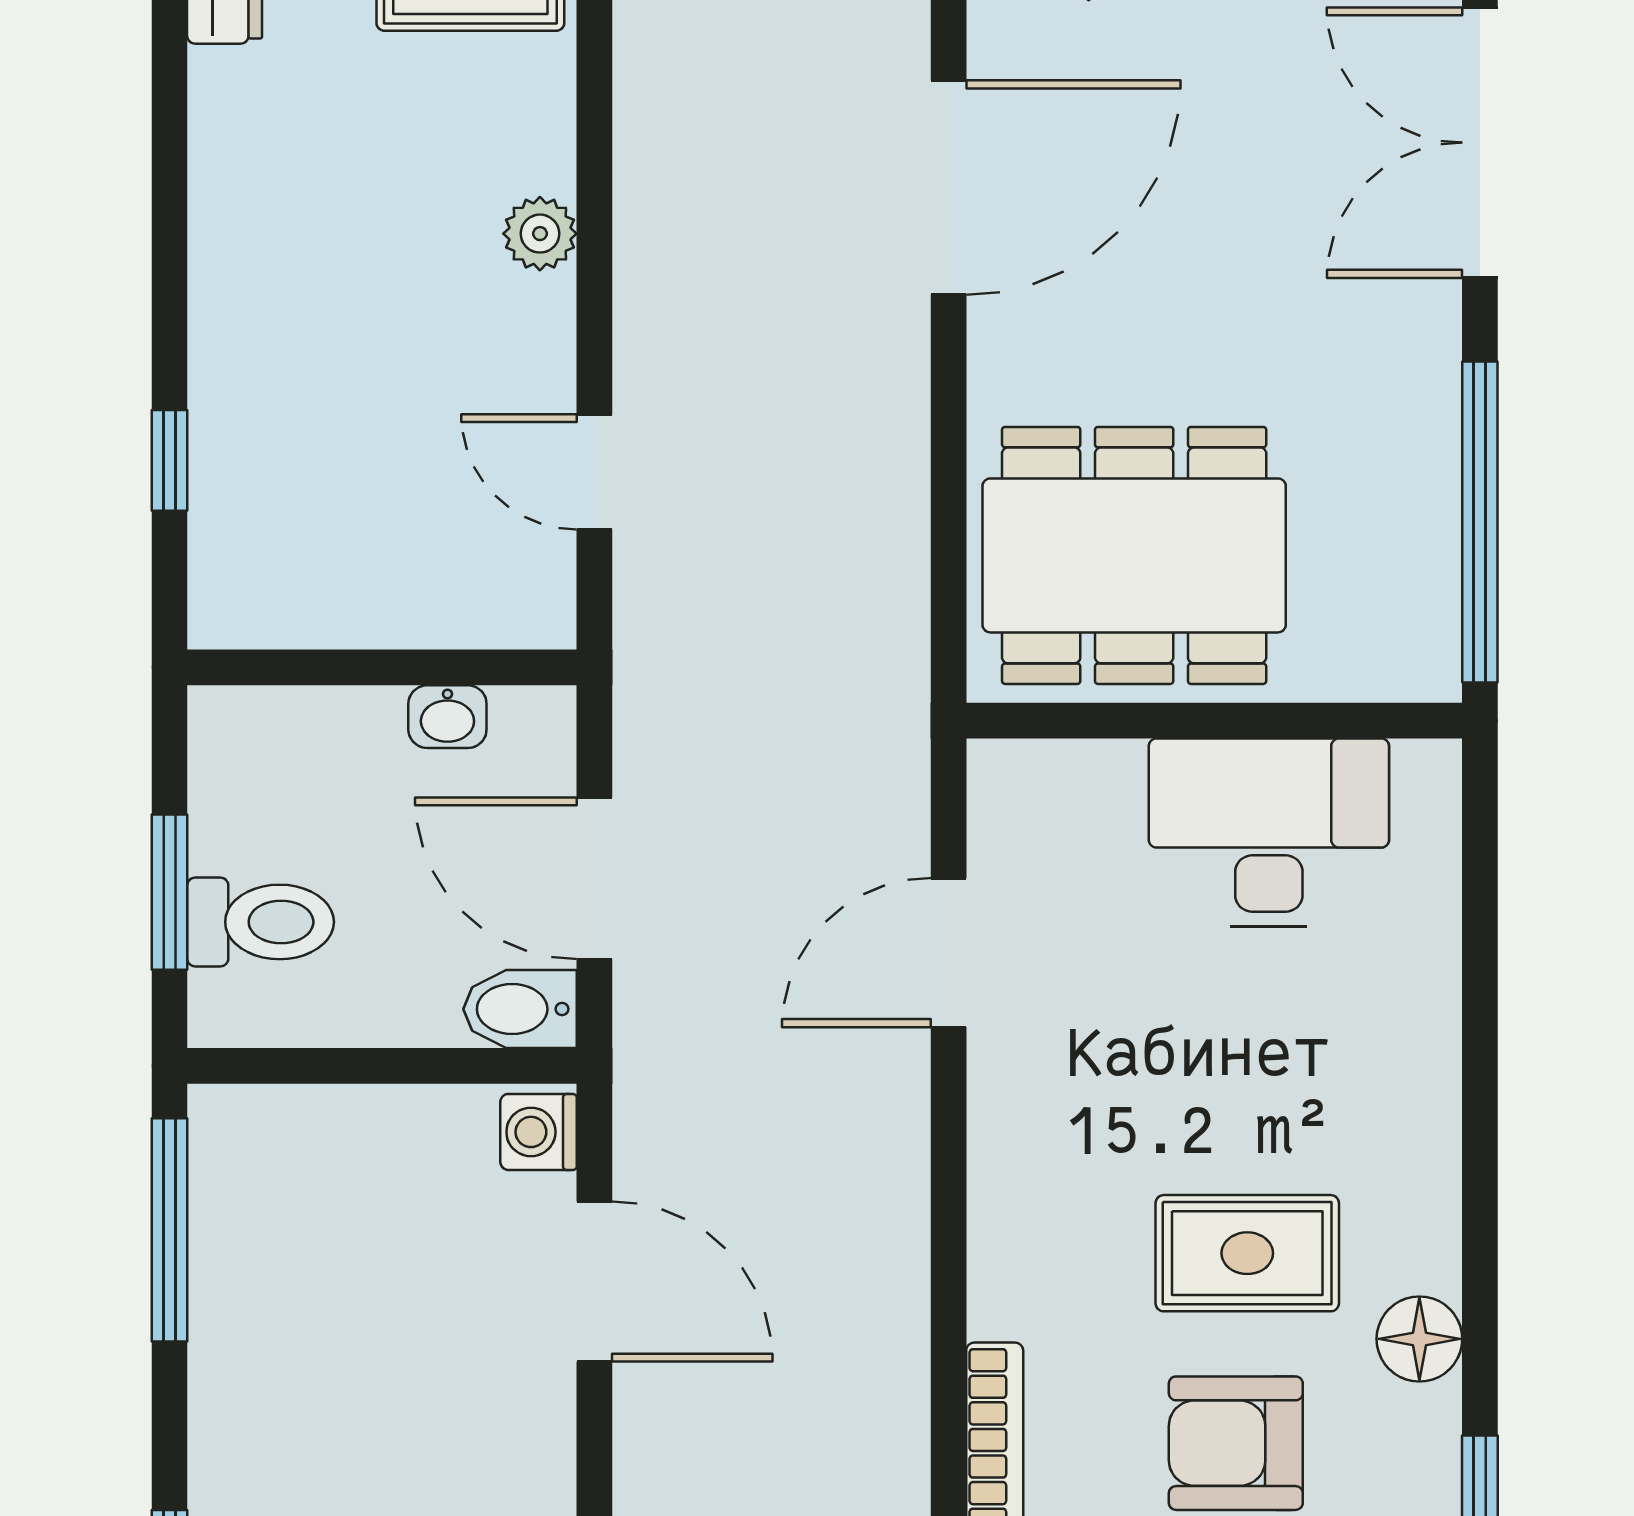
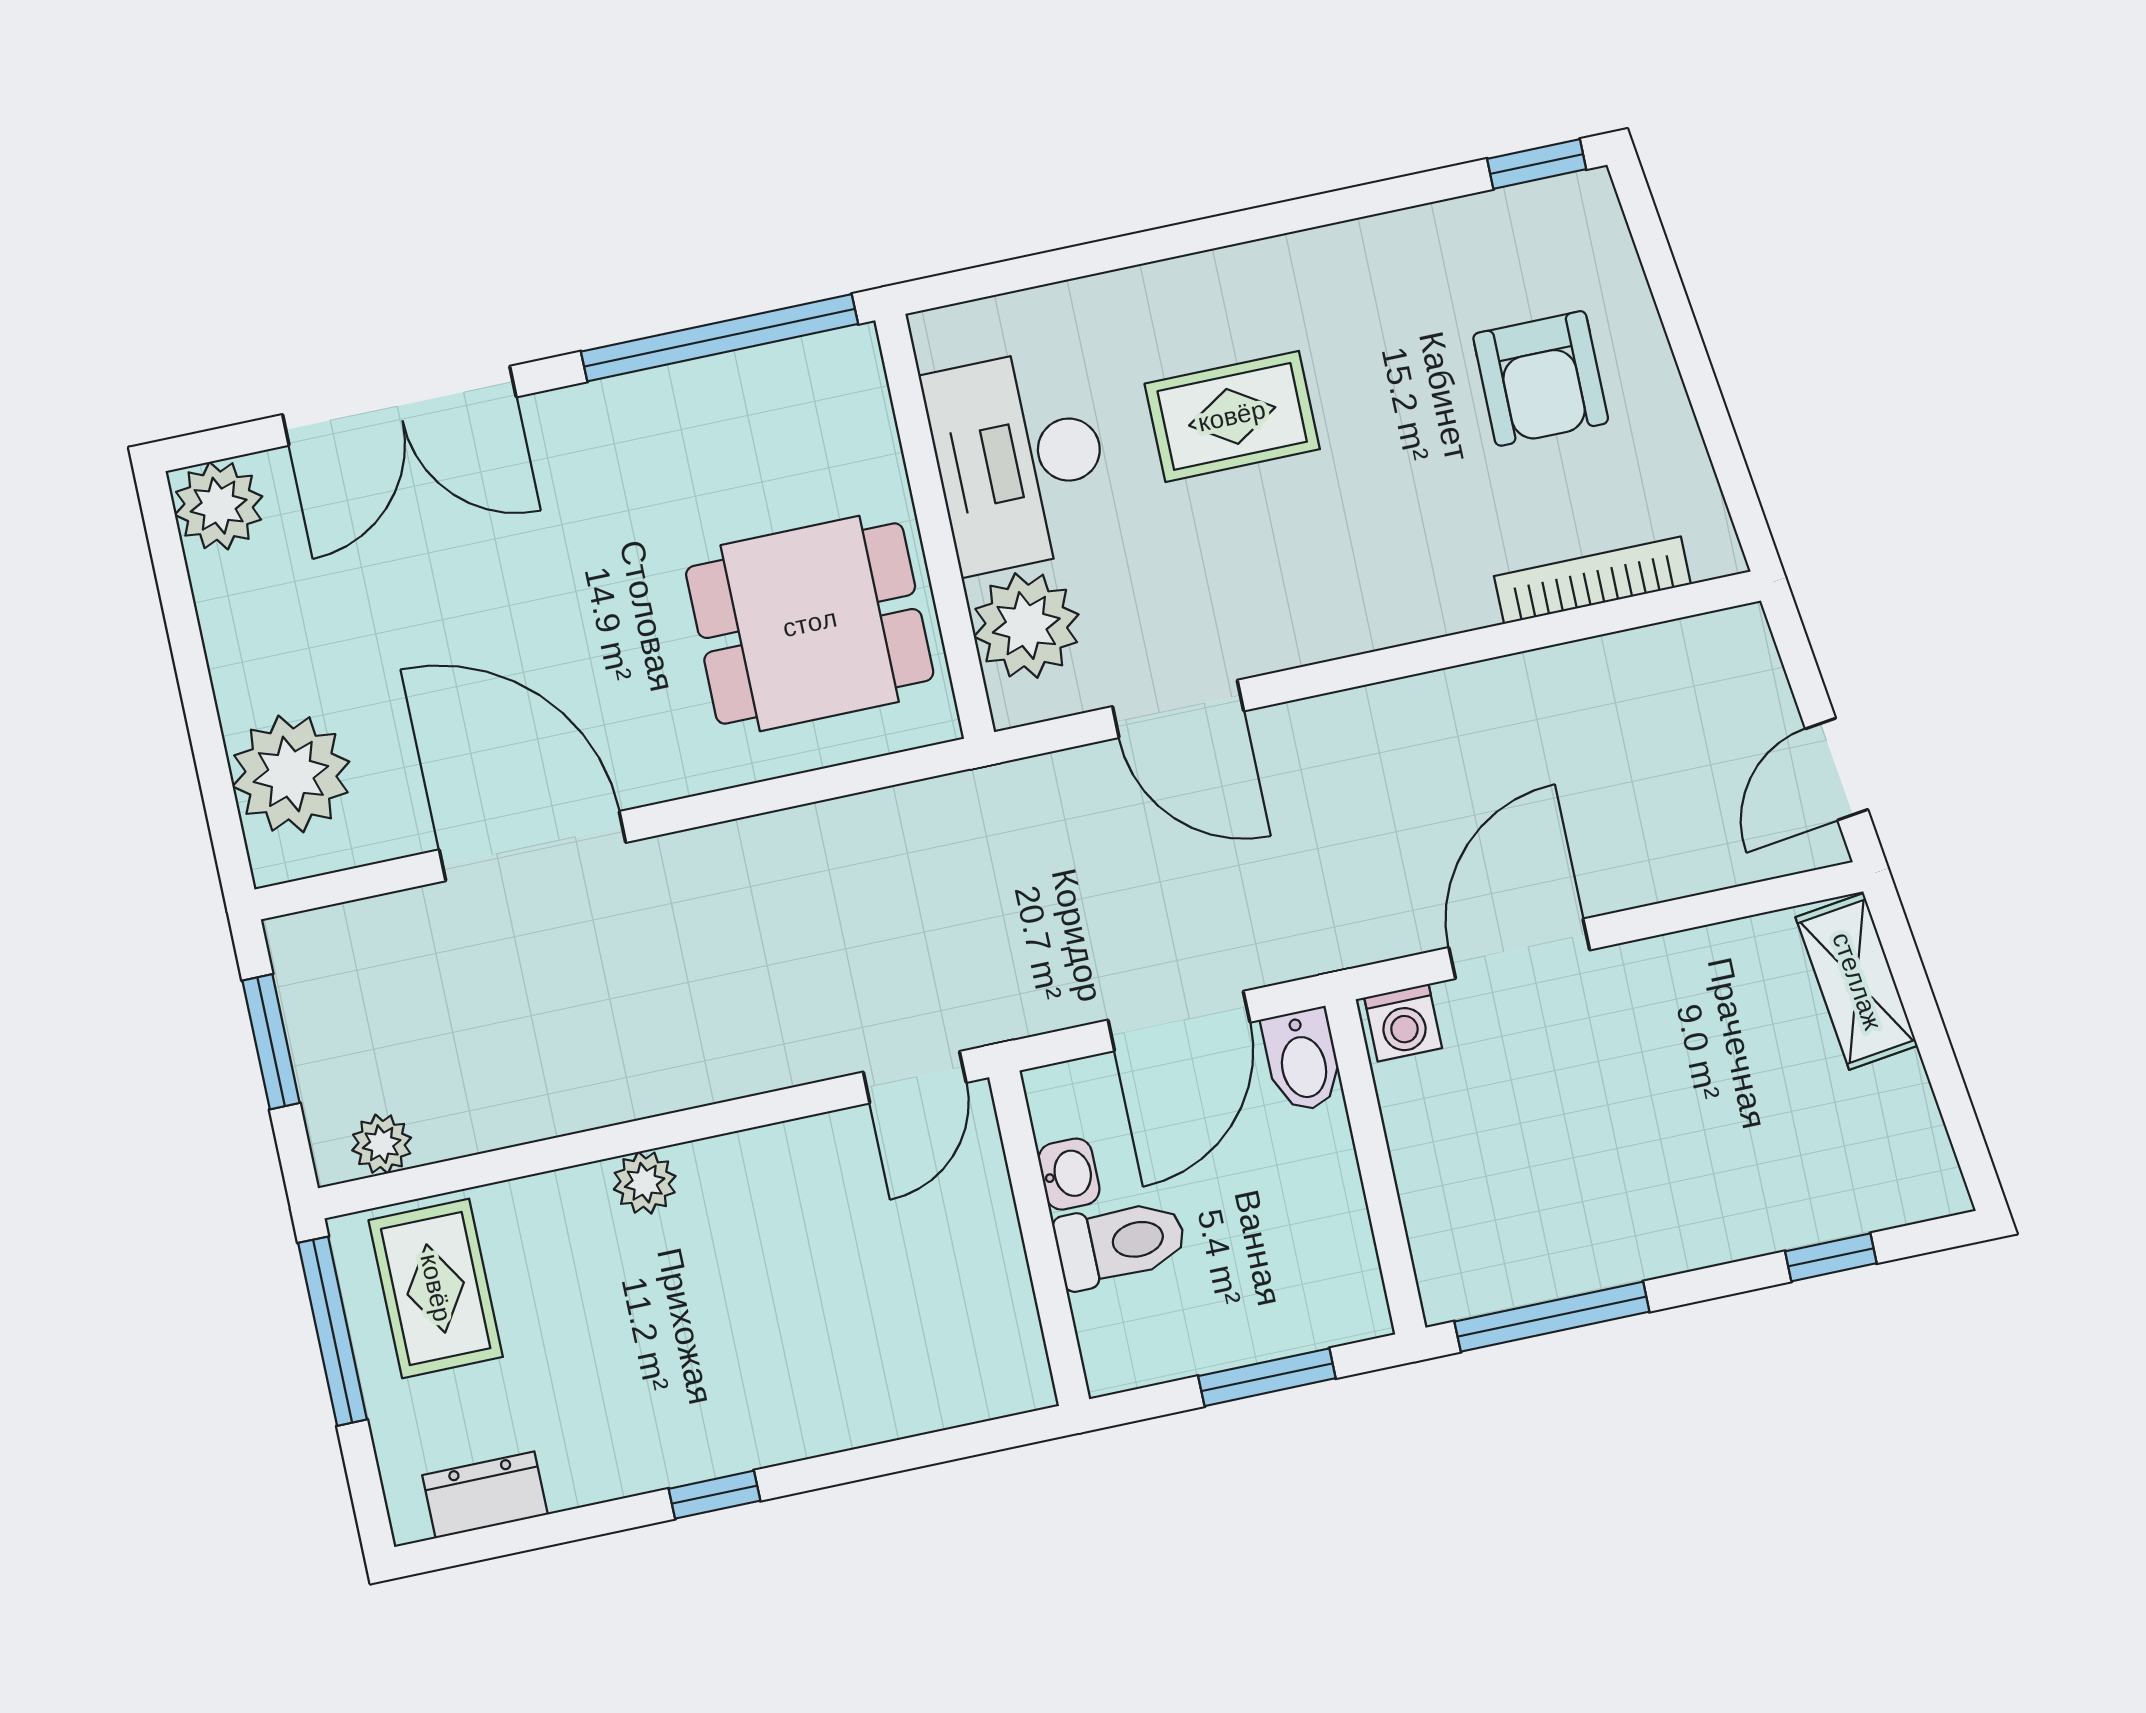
window: (169, 460) -> (715, 1495), moved
door: (594, 472) -> (915, 1077), moved
dining table: (1134, 555) -> (810, 623), width x0.73
plant: (1080, 800) -> (1026, 626), added
toilet: (261, 922) -> (1121, 1243), moved, turned 90
rug: (1247, 1253) -> (1232, 416), moved, turned 90
floor lamp: (1419, 1339) -> (1420, 242), removed

